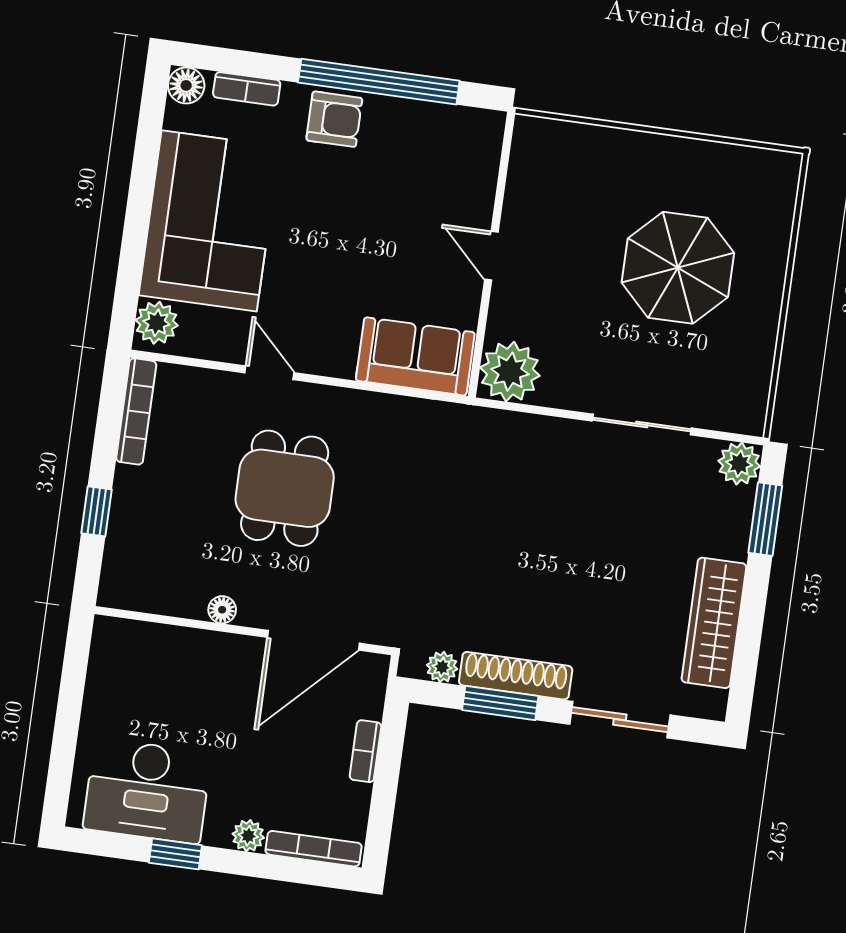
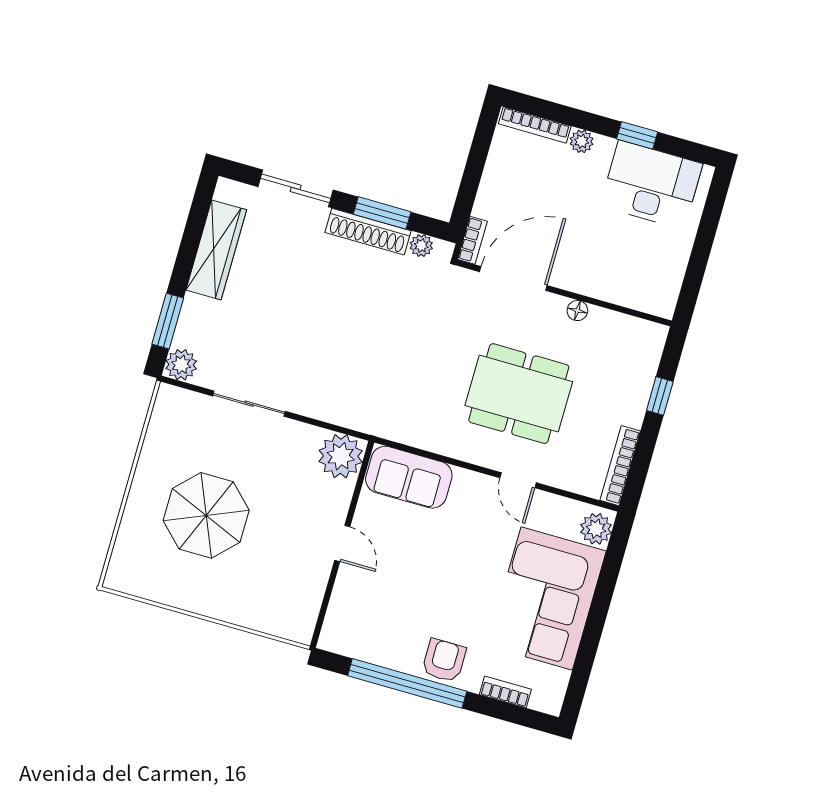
floor lamp: (186, 85) -> (550, 701), removed
armchair: (334, 119) -> (444, 660), turned 90
dining table: (285, 488) -> (519, 394), width x1.38
bookcase: (365, 751) -> (472, 240), moved

